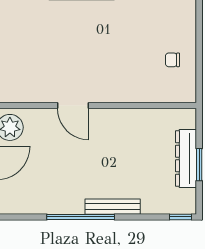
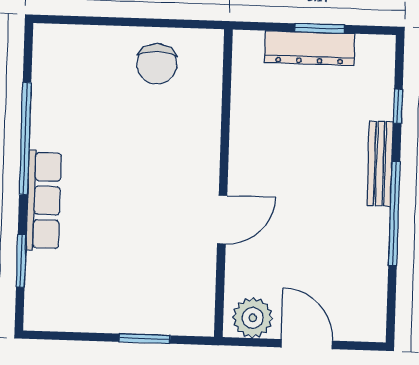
chair: (172, 60) -> (157, 64), width x1.87, depth x1.87
window: (180, 217) -> (398, 106), moved

